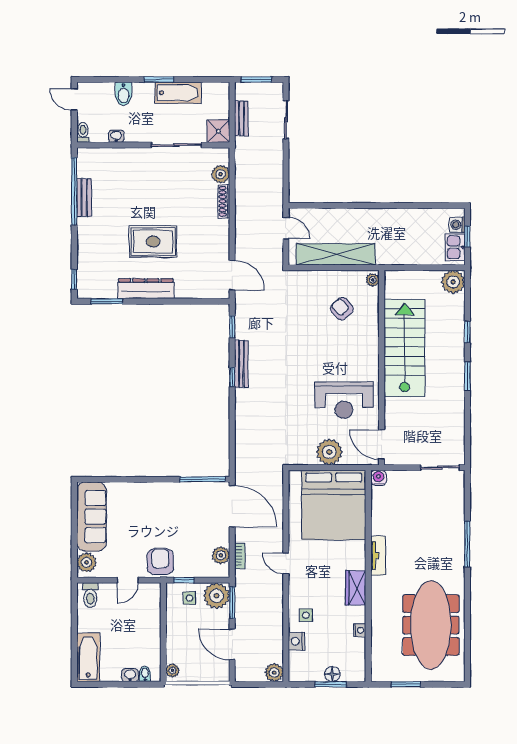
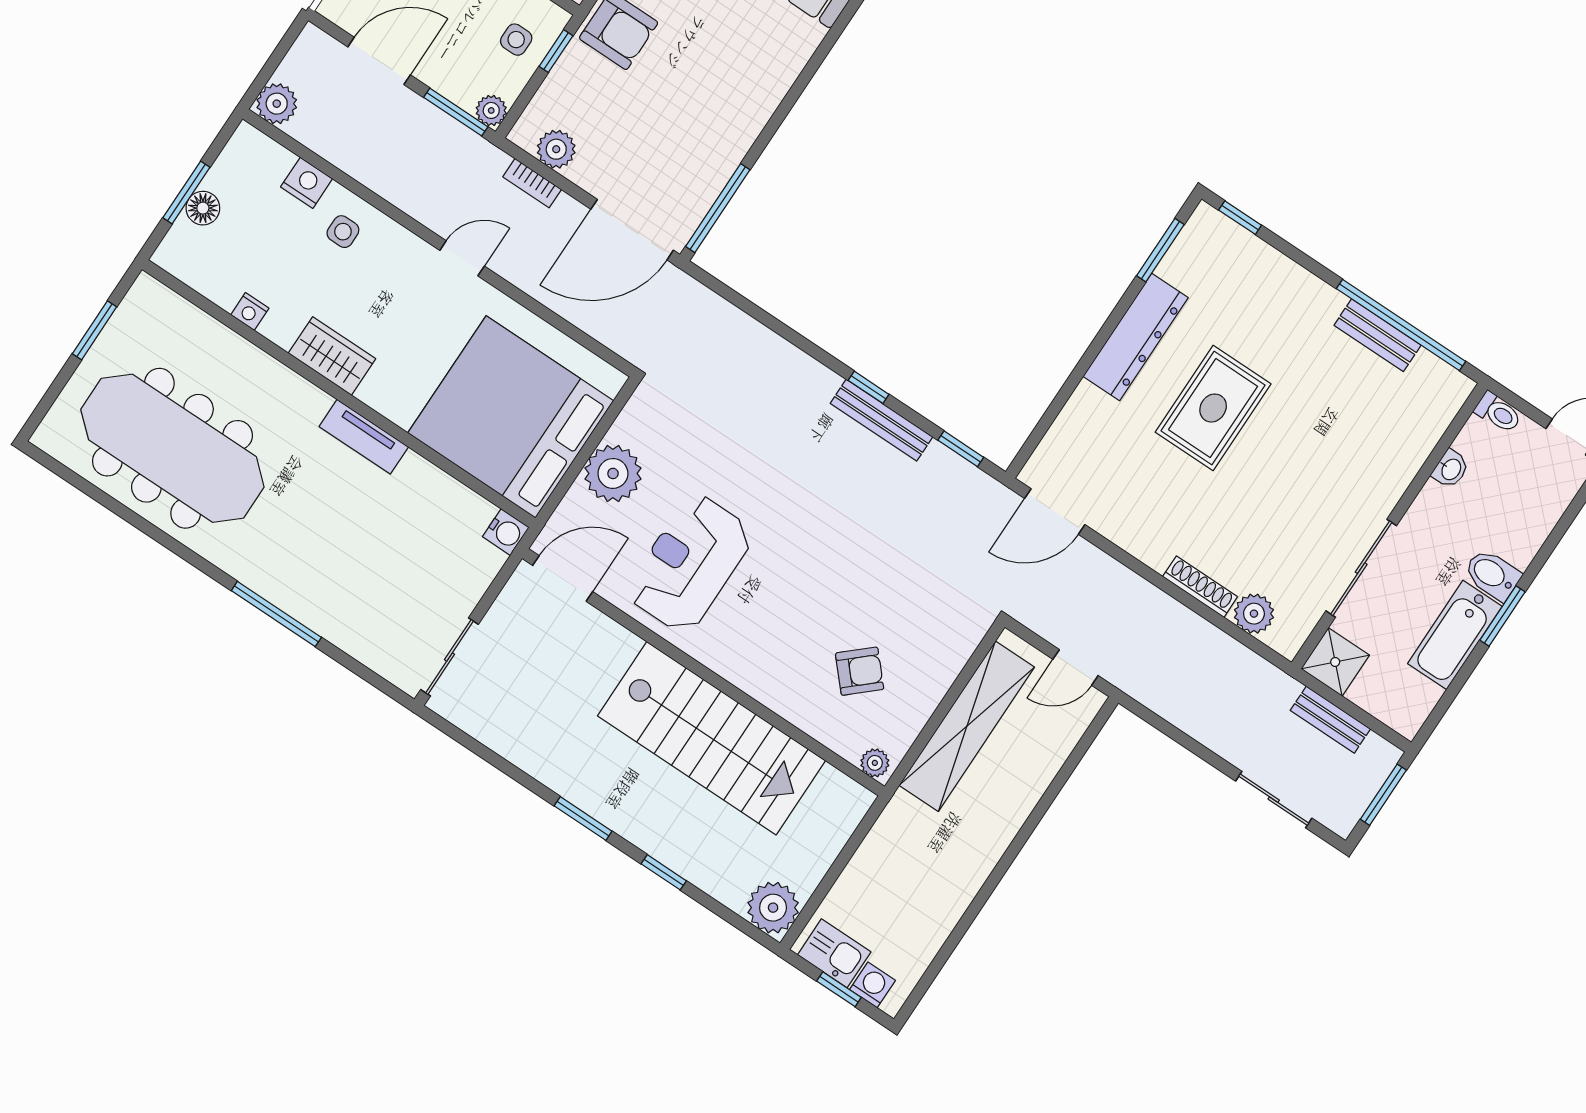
bidet: (123, 94) -> (1492, 575), moved
plant: (217, 596) -> (491, 110), width x0.53, depth x0.53

